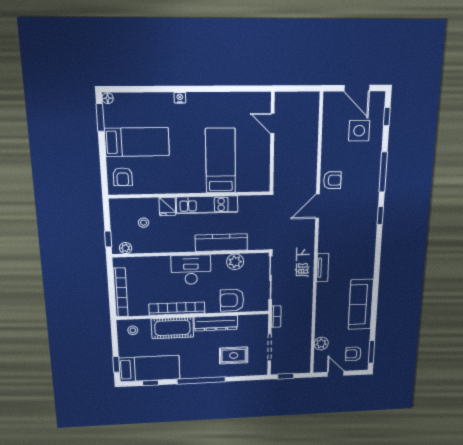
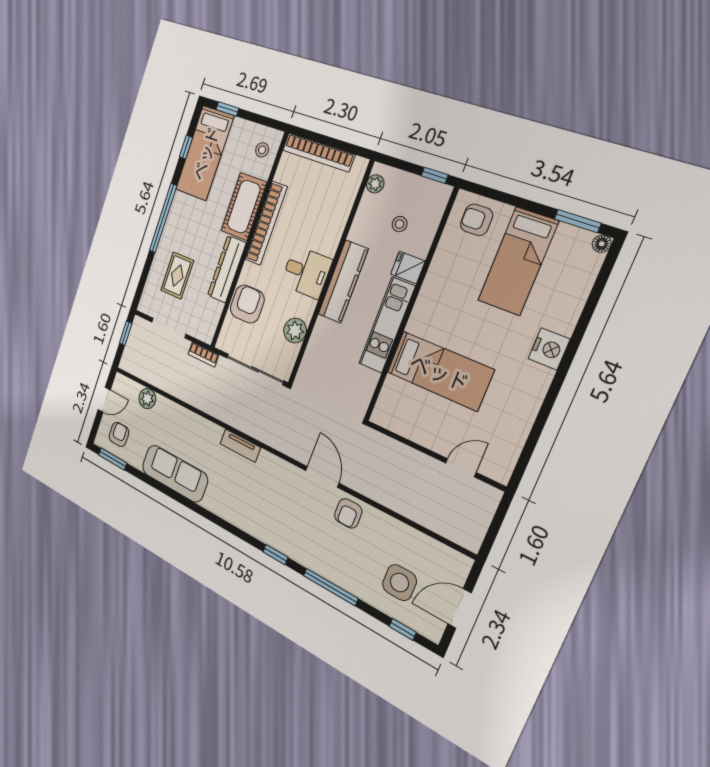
nightstand: (180, 98) -> (549, 349), width x1.89, depth x1.79
window: (108, 239) -> (435, 175), moved
kitchen counter: (221, 243) -> (343, 282), moved
desk: (191, 270) -> (306, 272), width x0.73

